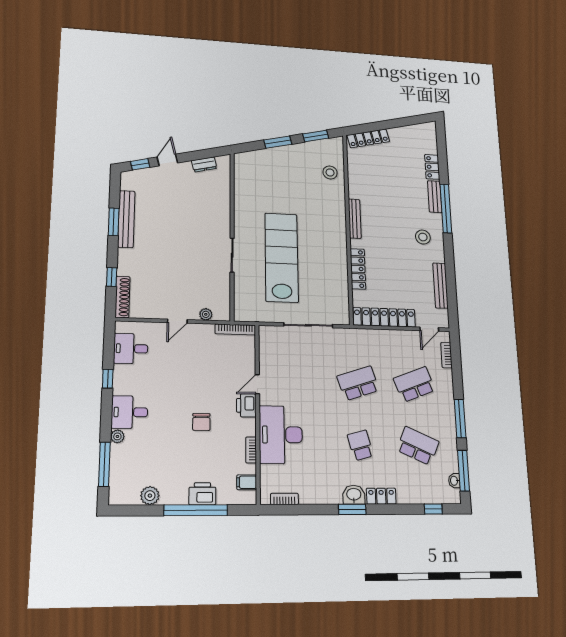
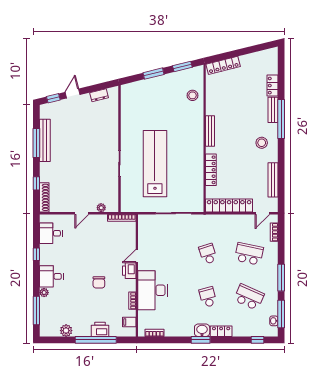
window: (114, 222) -> (36, 143), width x1.44
school desk: (358, 383) -> (208, 254), width x0.54
school desk: (414, 384) -> (249, 254), turned 33

